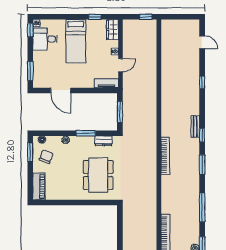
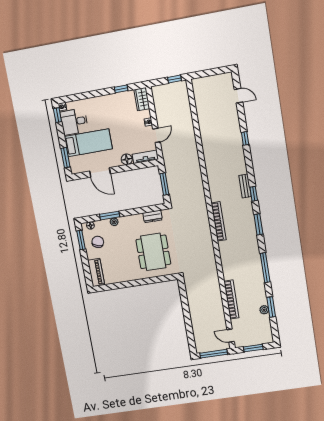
bed: (76, 41) -> (88, 143), moved, turned -90
floor lamp: (88, 83) -> (127, 159), added
window: (86, 133) -> (110, 216), moved

